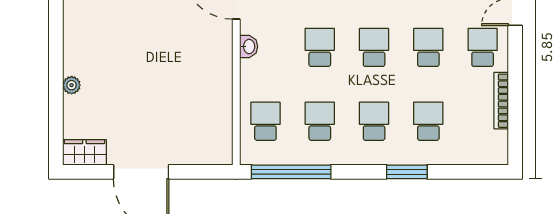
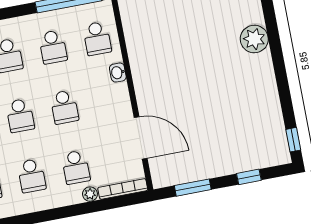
washbasin: (249, 47) -> (118, 73), moved
plant: (72, 85) -> (254, 39), width x1.88, depth x1.88

